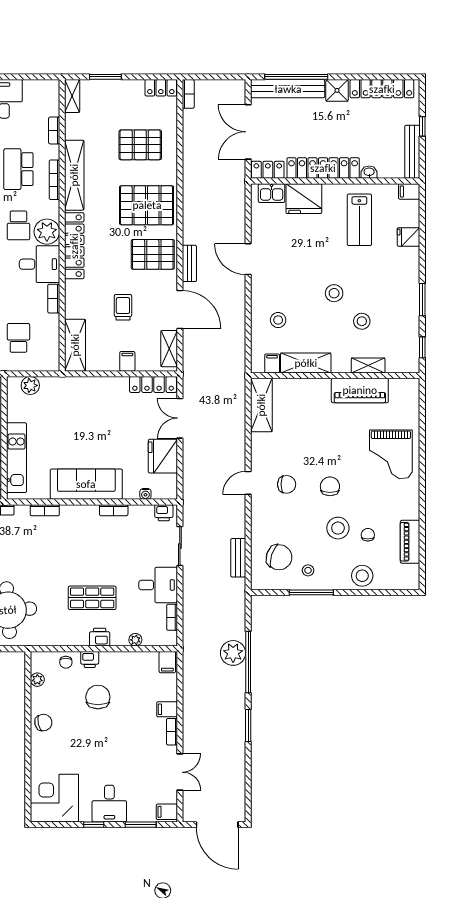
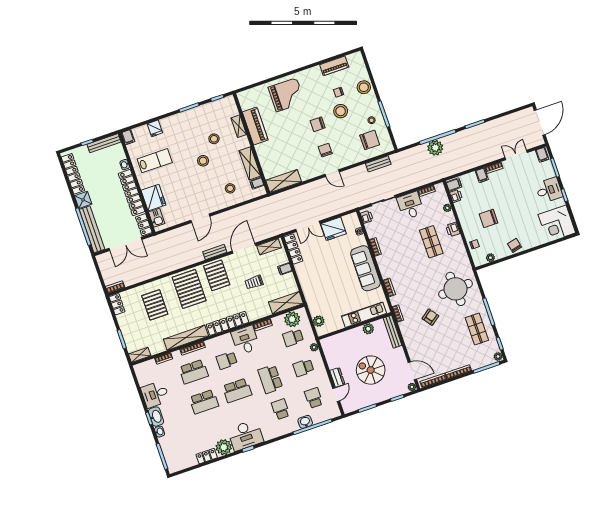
school desk: (18, 225) -> (227, 360), turned 180
plant: (47, 232) -> (292, 319), moved
chair: (279, 557) -> (370, 140), turned 72
printer: (90, 659) -> (456, 196), moved

